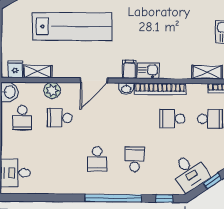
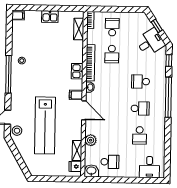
lab bench: (72, 27) -> (45, 125), turned 180
filing cabinet: (129, 69) -> (76, 95), moved
school desk: (60, 118) -> (140, 135), moved

